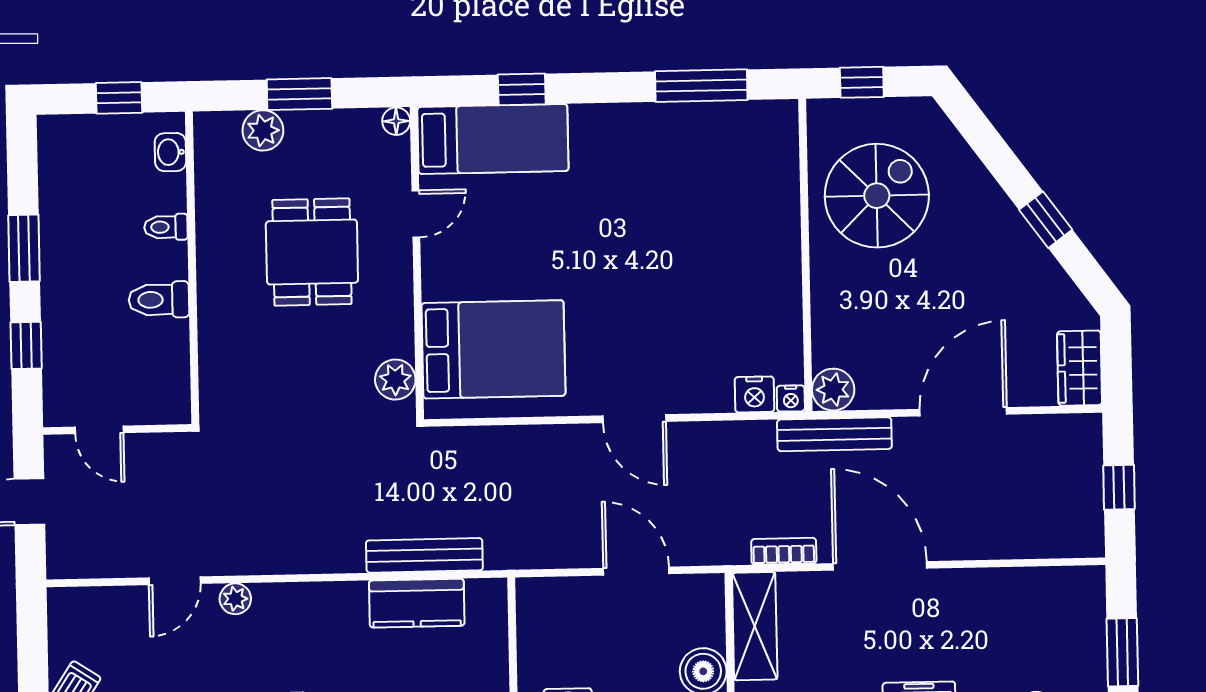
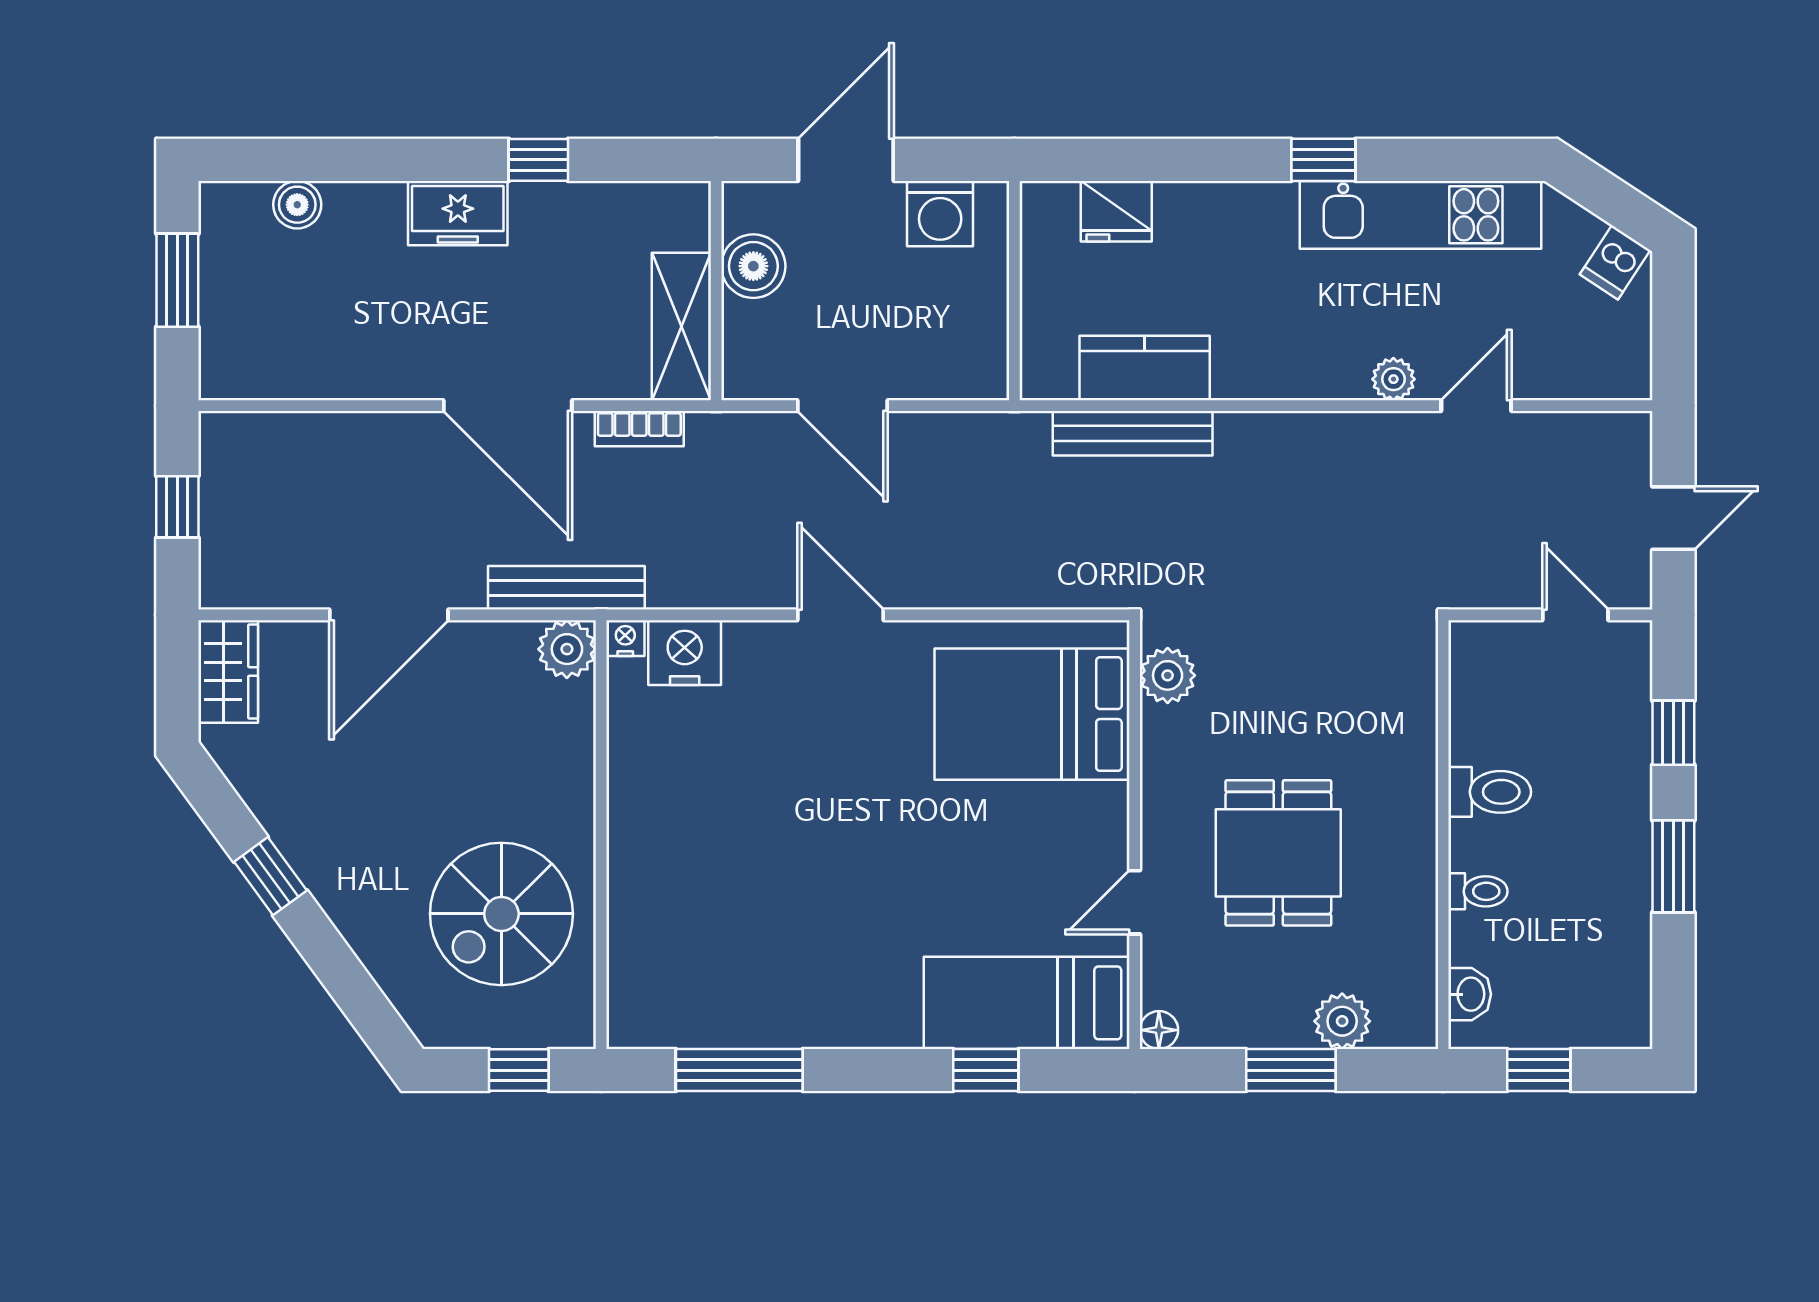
nightstand: (754, 394) -> (685, 653), width x1.36, depth x1.33

